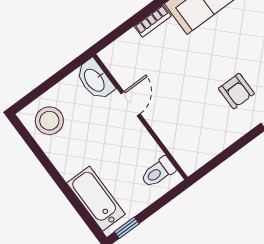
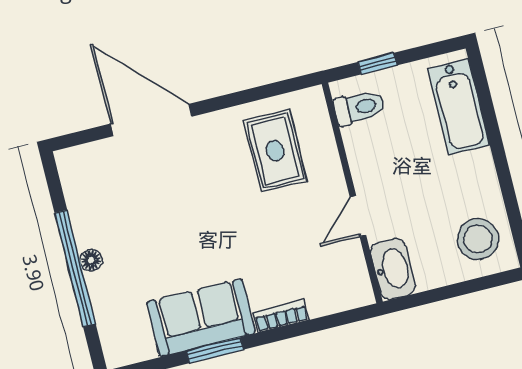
armchair: (236, 91) -> (207, 173), removed
rug: (200, 123) -> (275, 151), added
window: (127, 228) -> (377, 64), moved

